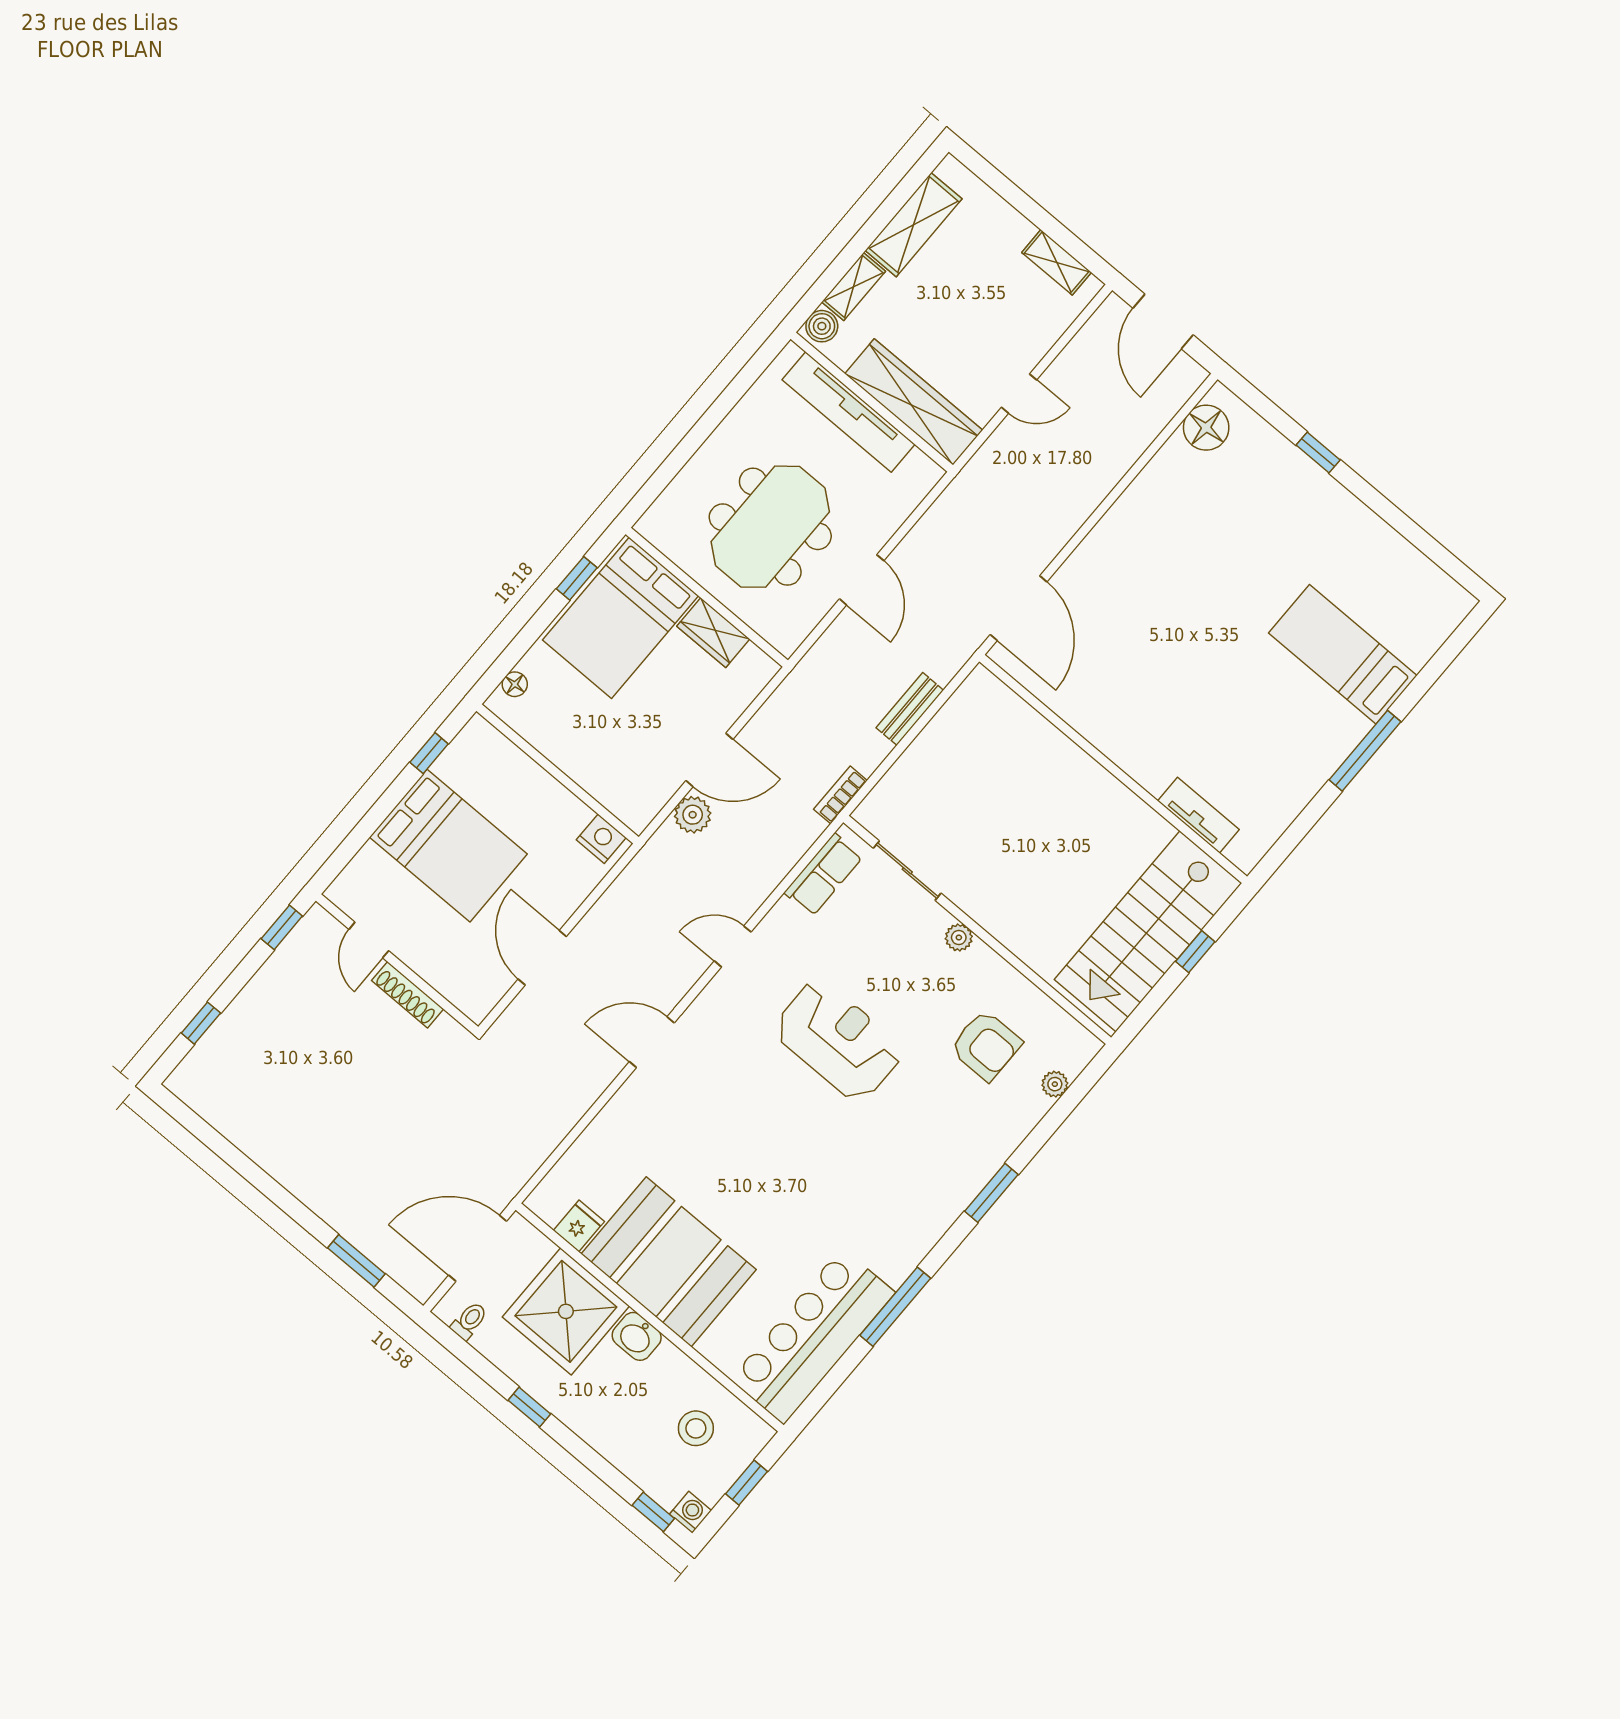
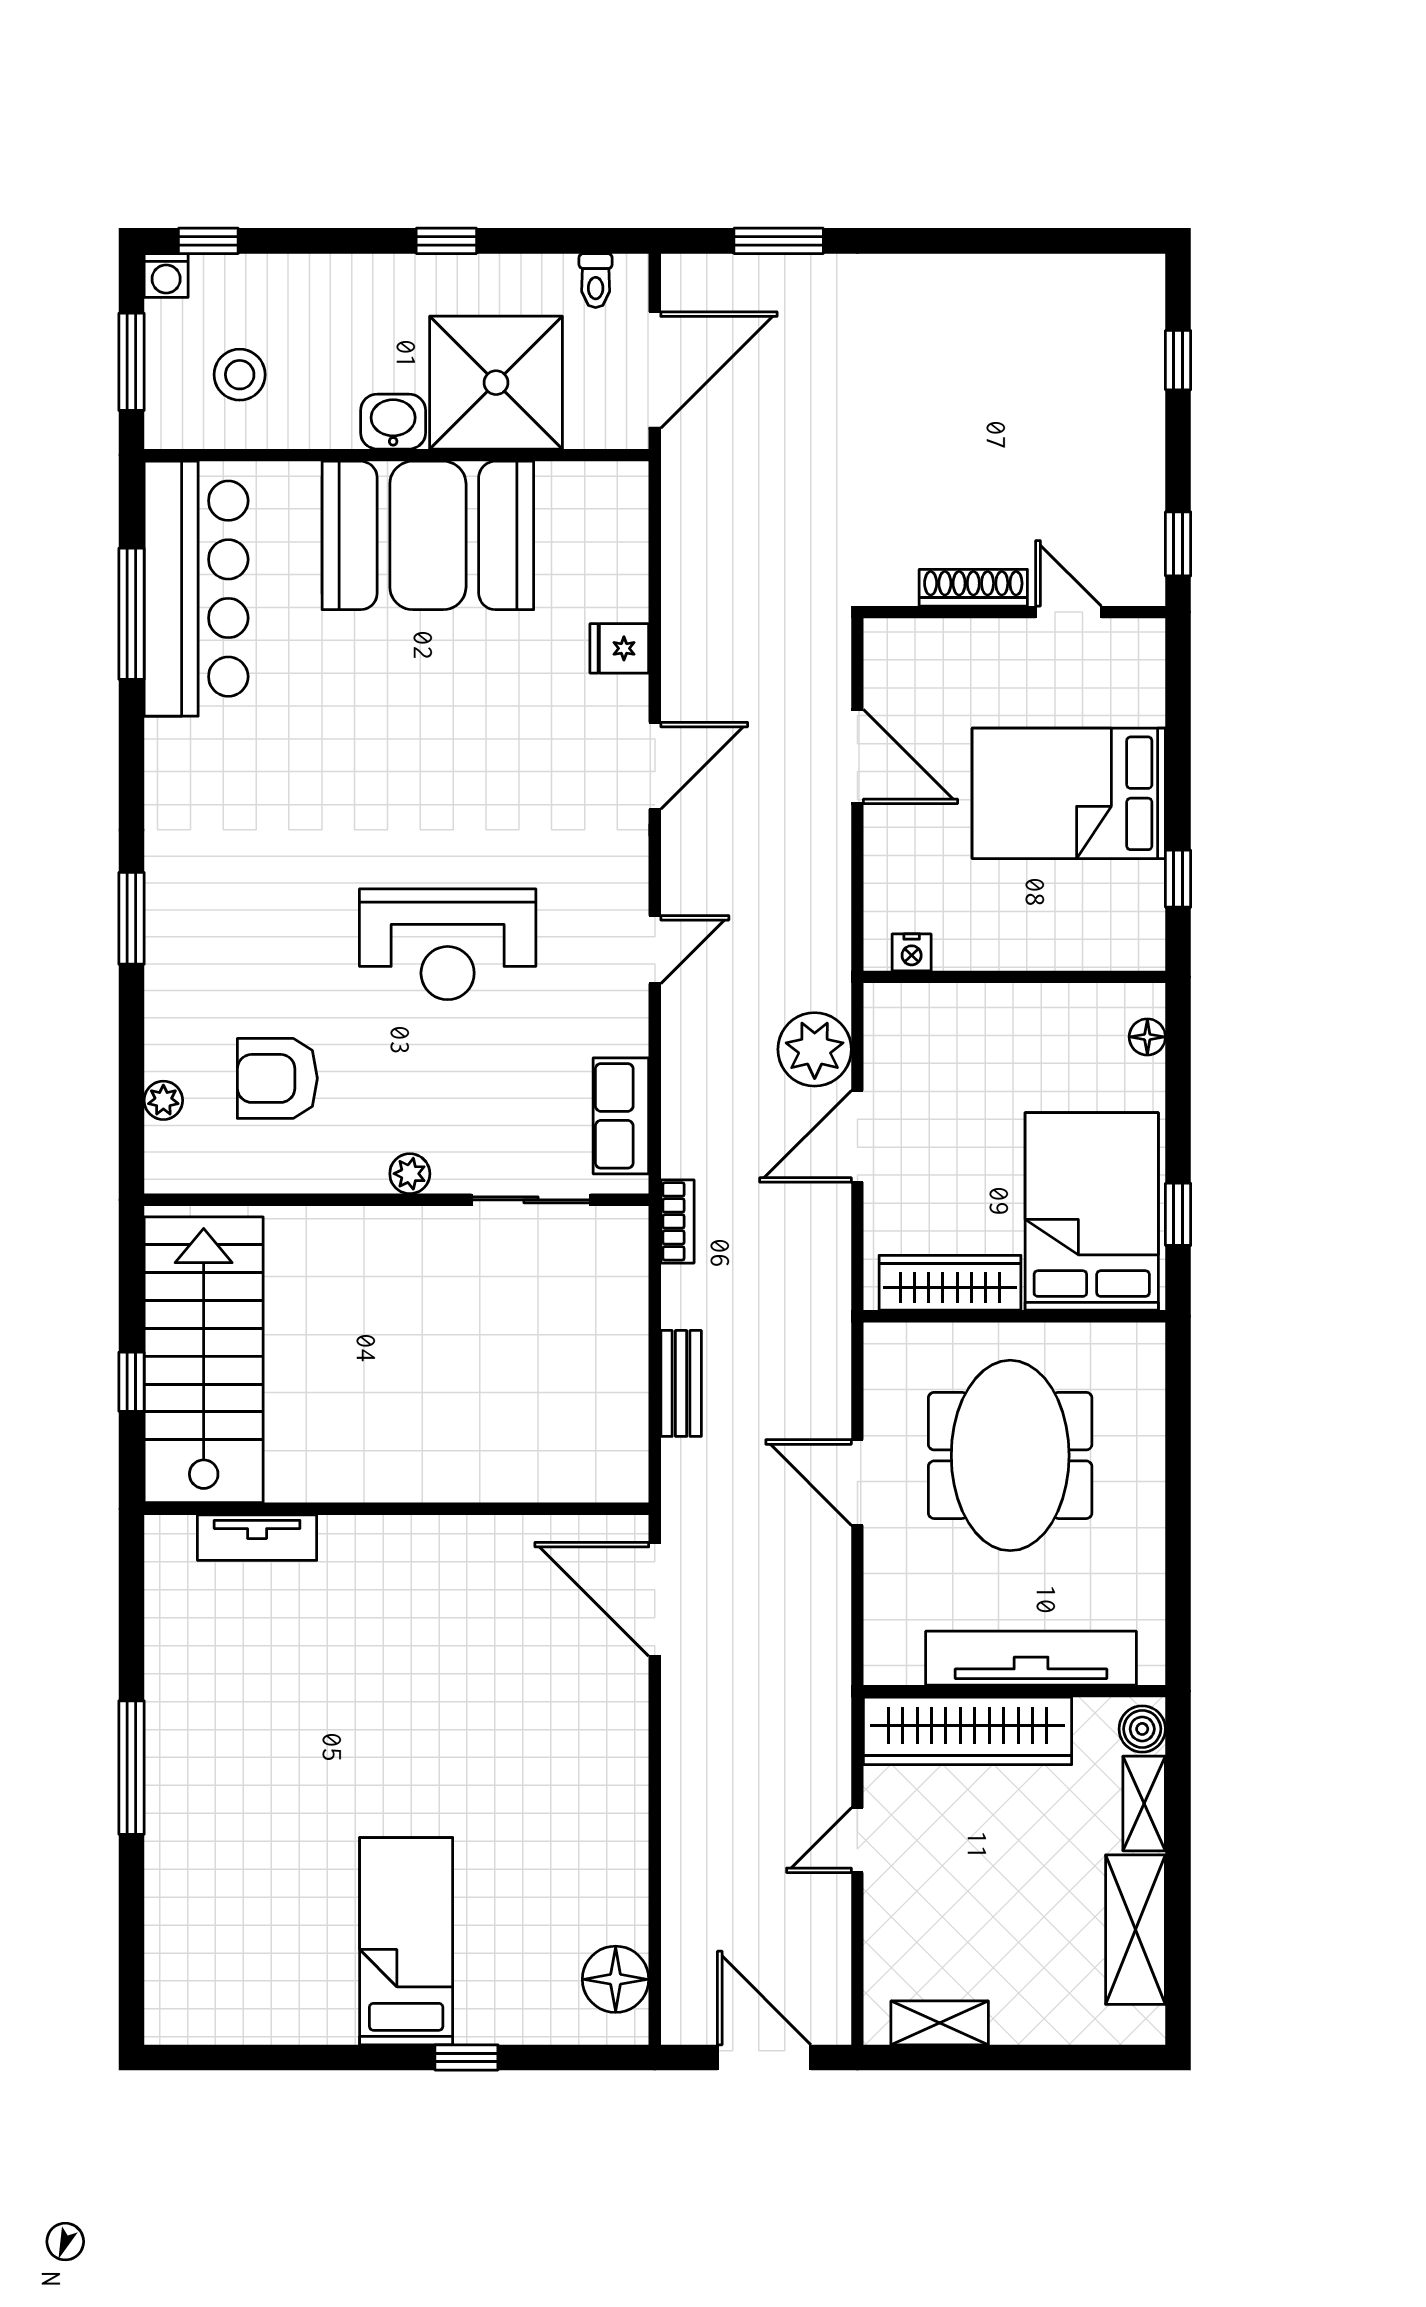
wardrobe: (713, 633) -> (950, 1283), width x1.50
bed: (1343, 654) -> (406, 1941), moved, turned -90
plant: (693, 815) -> (815, 1049), width x1.36, depth x1.36
nightstand: (601, 839) -> (912, 952), width x0.72, depth x0.74
fridge: (579, 1226) -> (619, 648), moved, turned 90
window: (895, 1307) -> (131, 614), moved
window: (747, 1483) -> (131, 362), width x1.50

